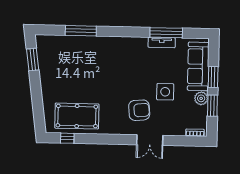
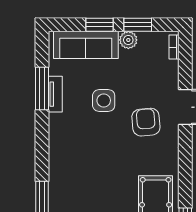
side table: (165, 92) -> (104, 100), moved

